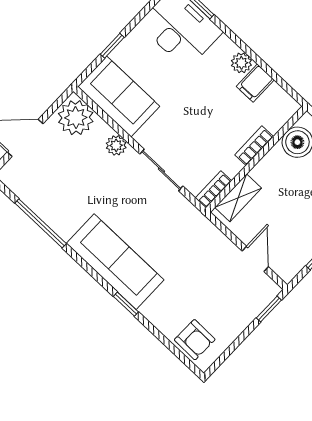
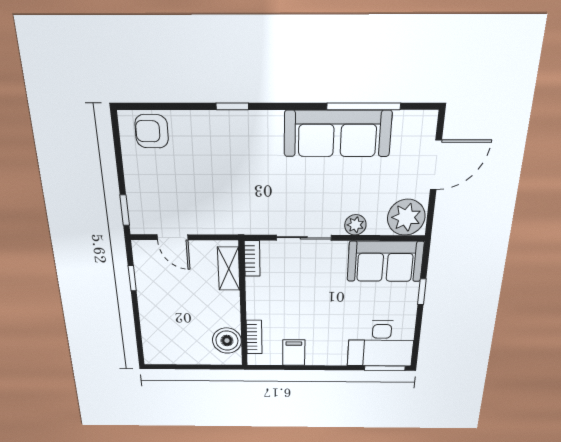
plant: (241, 63) -> (316, 357), removed
bookcase: (254, 146) -> (254, 337), moved
sofa: (115, 262) -> (337, 134), moved

